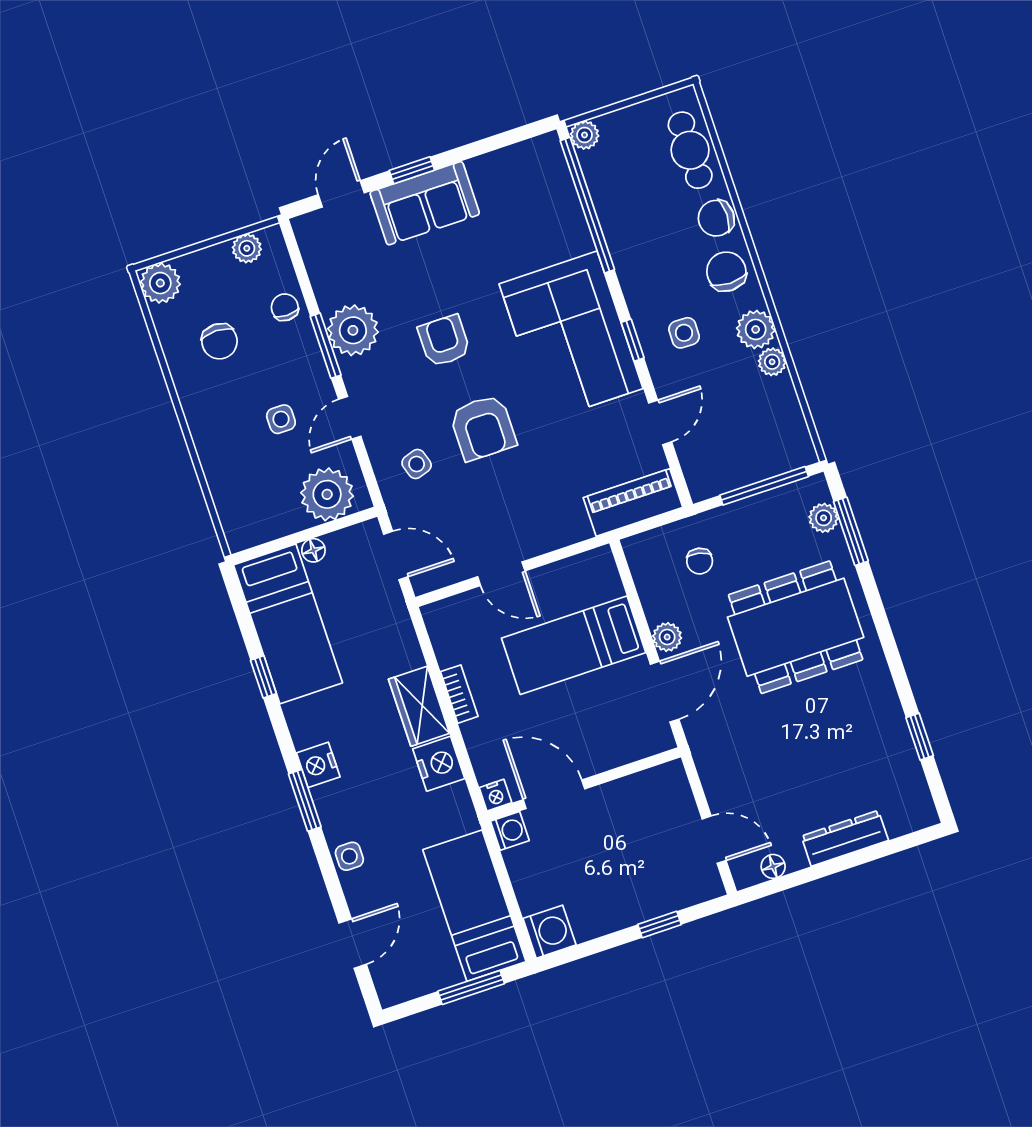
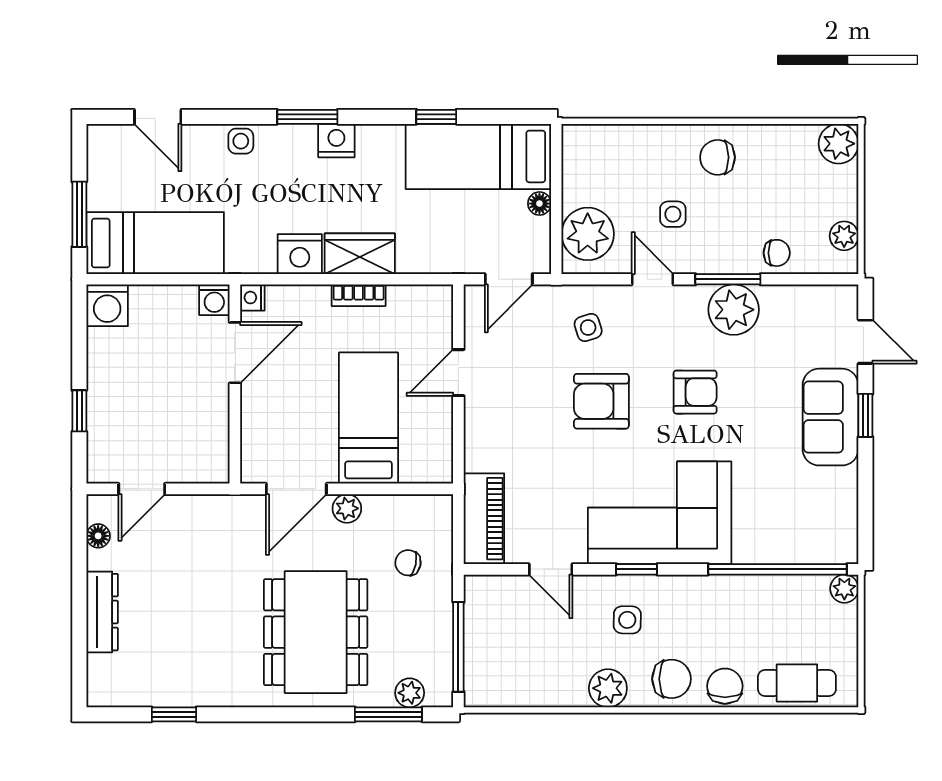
chair: (220, 341) -> (717, 157), moved
plant: (772, 362) -> (572, 694), removed
door: (665, 692) -> (296, 489), hinge flipped

